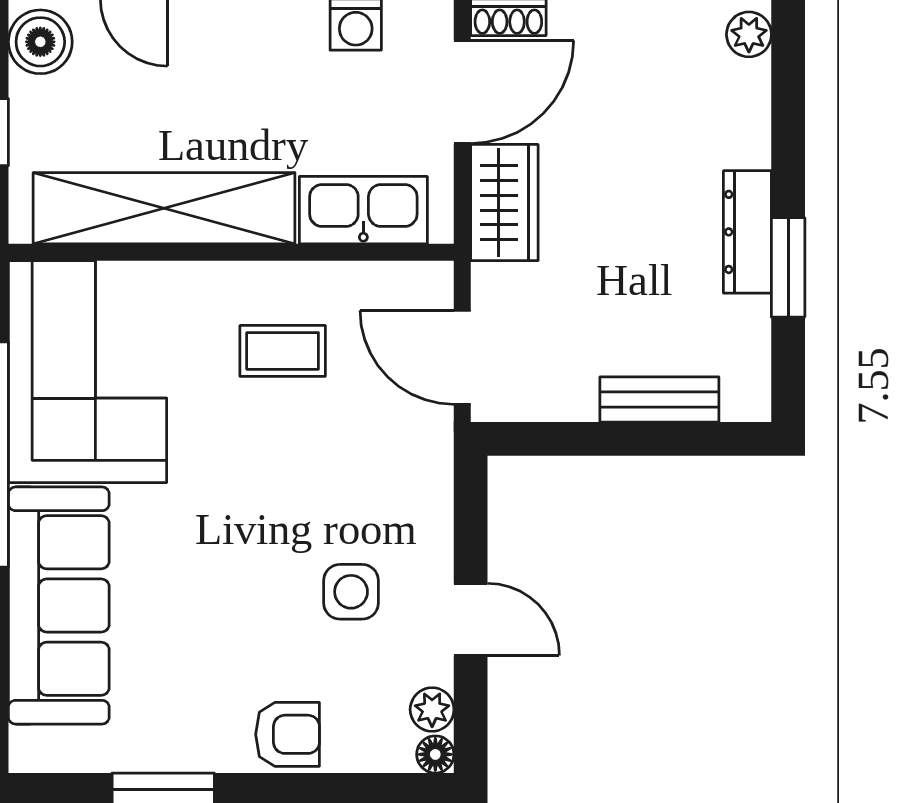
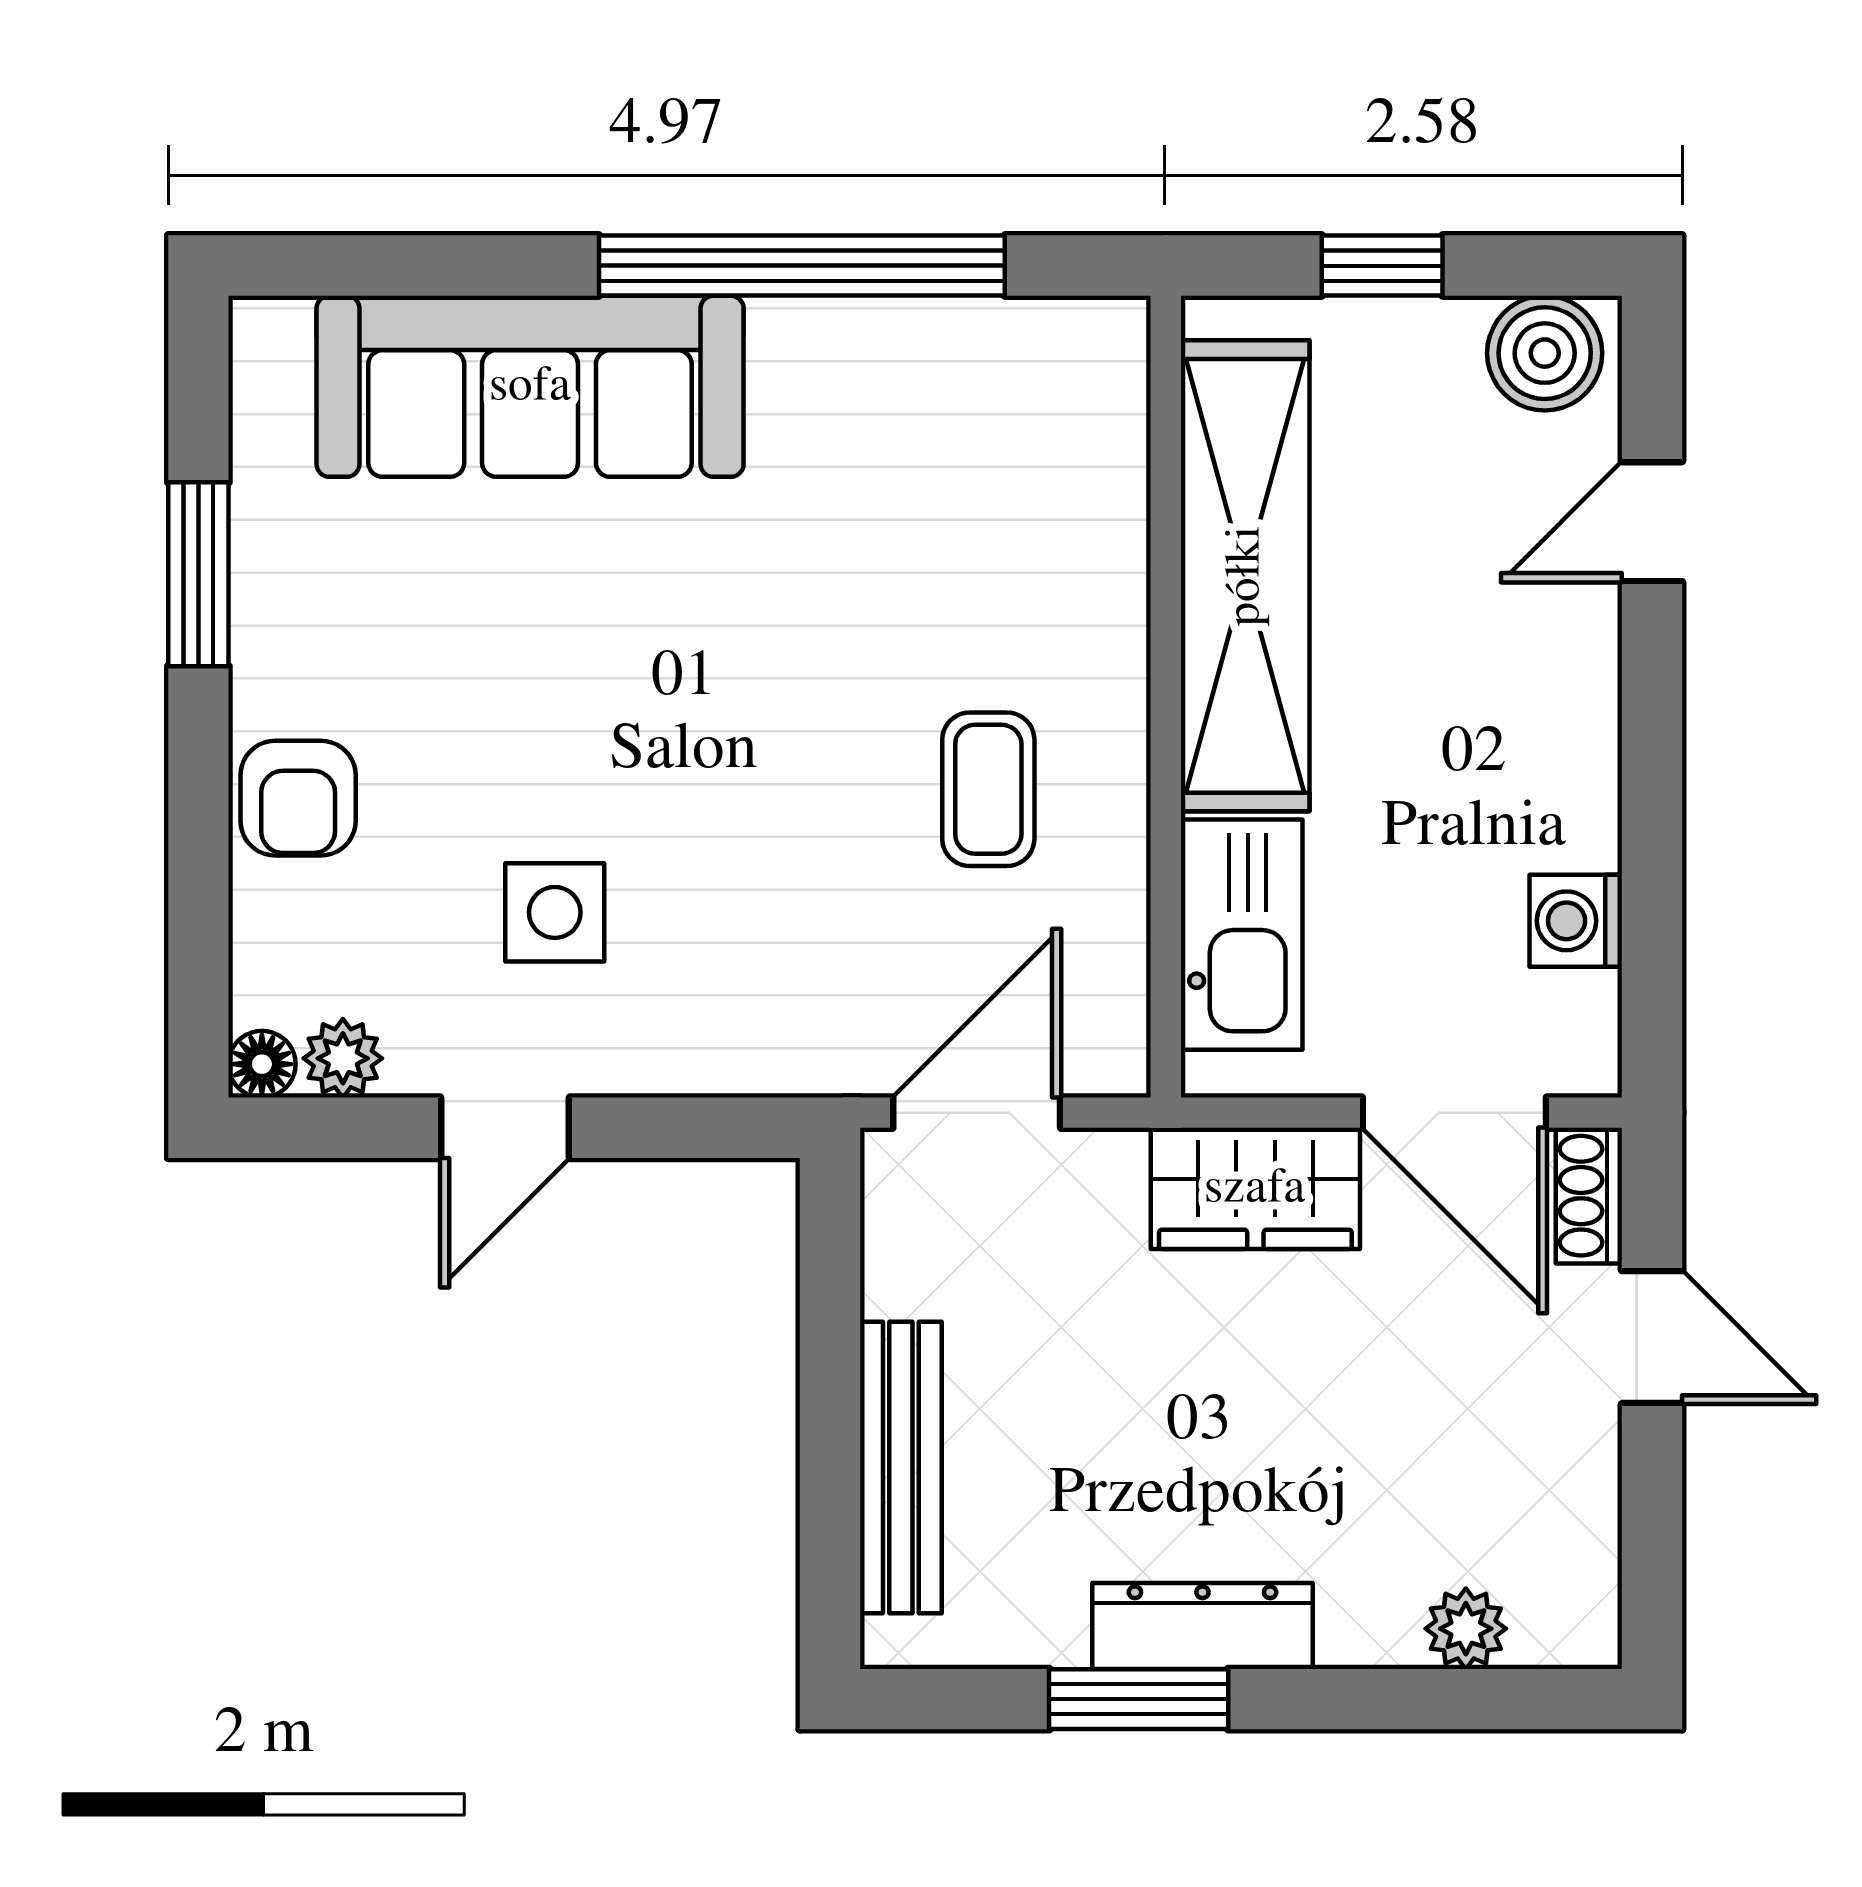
plant: (749, 34) -> (1466, 1629), moved
corner sofa: (88, 372) -> (951, 438), removed
bench: (659, 399) -> (901, 1468), width x1.36

